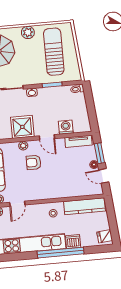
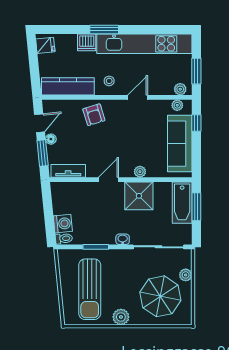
washing machine: (66, 127) -> (63, 224), moved, turned -96
door: (47, 137) -> (108, 180), hinge flipped
armchair: (34, 162) -> (94, 115), moved, turned 73
door: (104, 176) -> (40, 123), hinge flipped
door: (17, 204) -> (138, 97), moved
window: (61, 253) -> (104, 29), width x0.47

